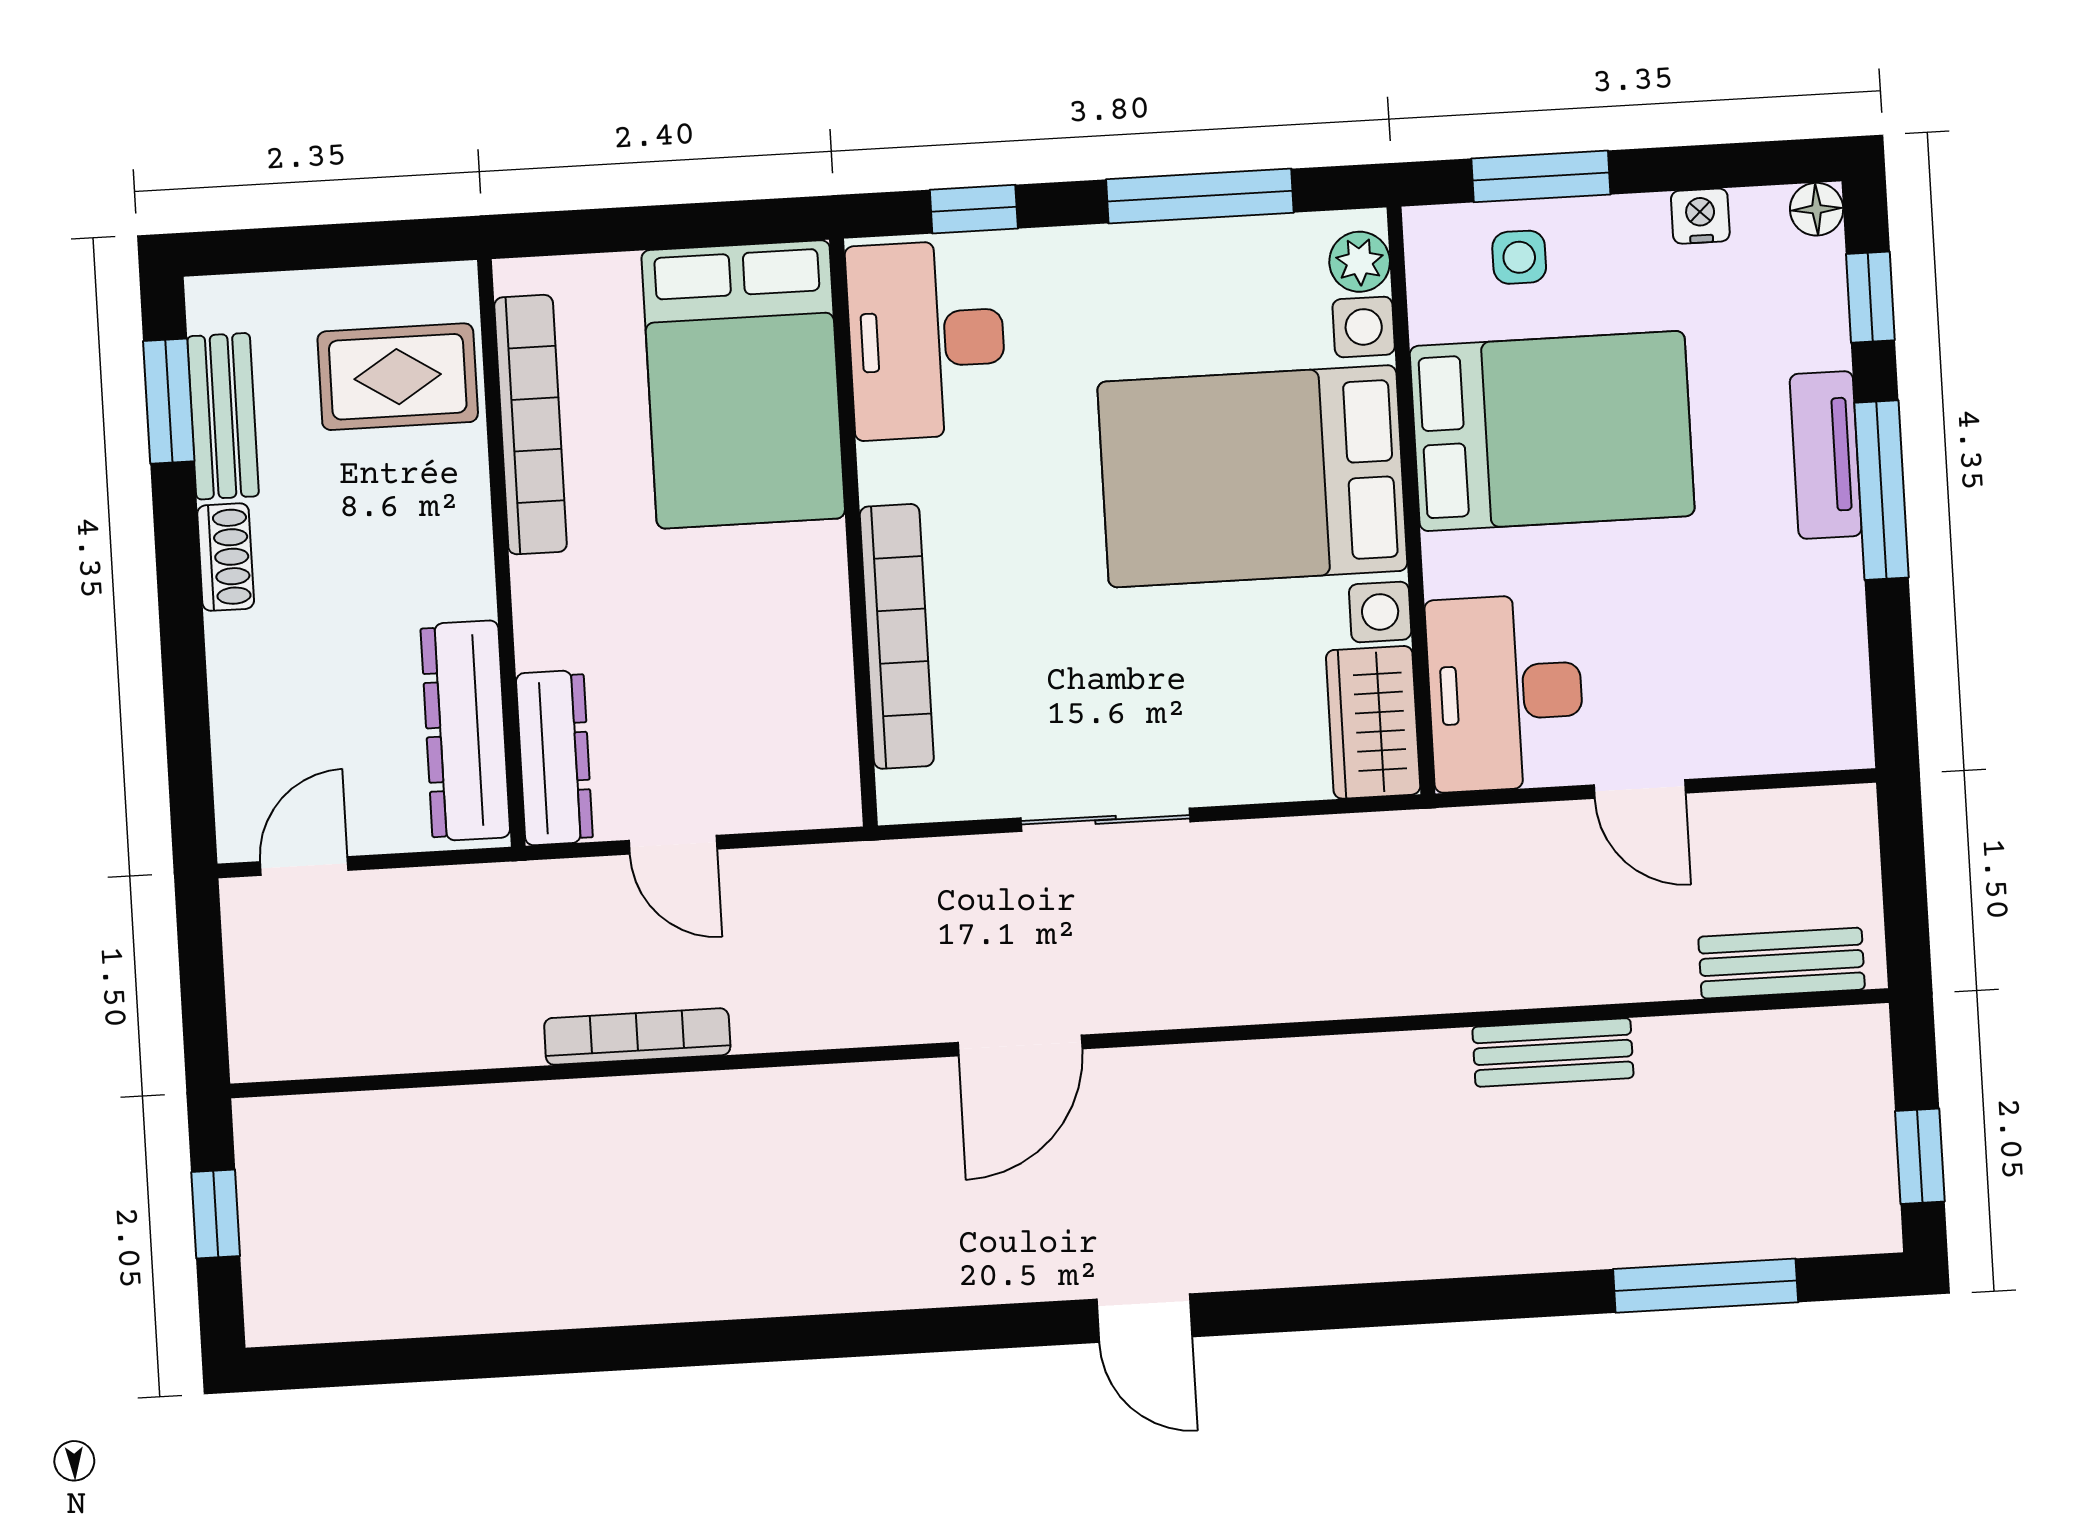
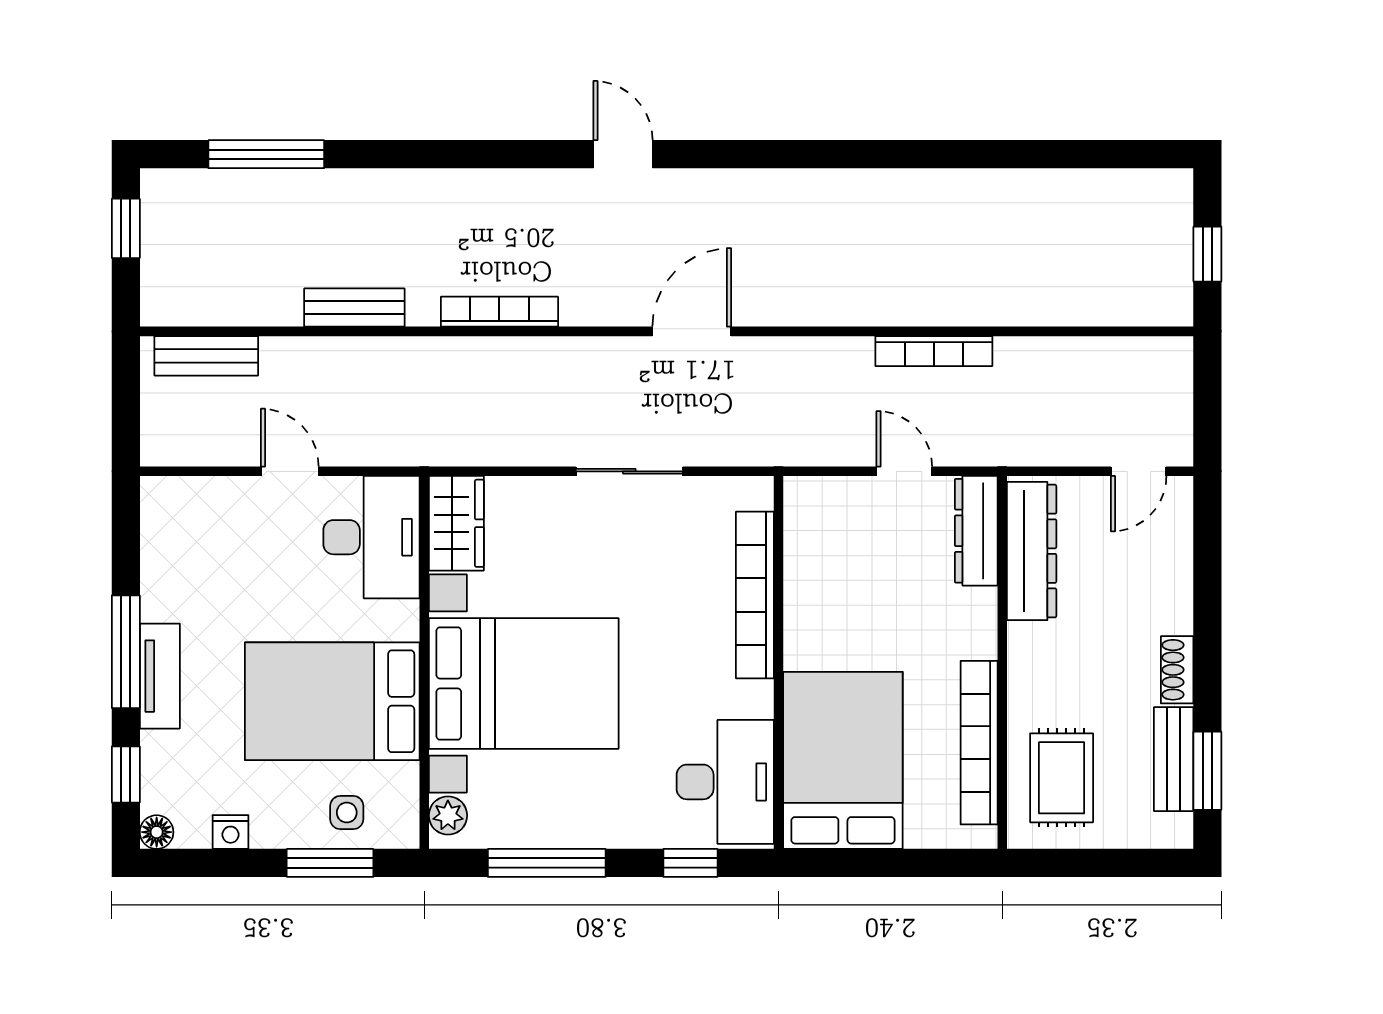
rug: (398, 377) -> (1062, 778), turned 90
bookcase: (1324, 1059) -> (499, 312), added

